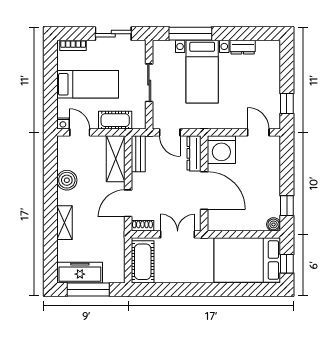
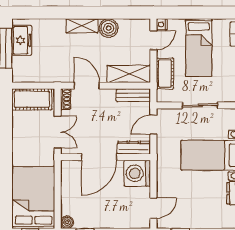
shelving: (64, 223) -> (82, 26), moved
freezer: (80, 273) -> (22, 40), width x0.71

